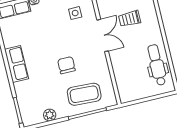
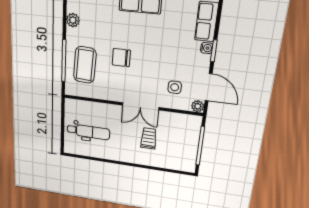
chair: (66, 65) -> (121, 58), turned 180
dental chair: (157, 65) -> (88, 132), moved

